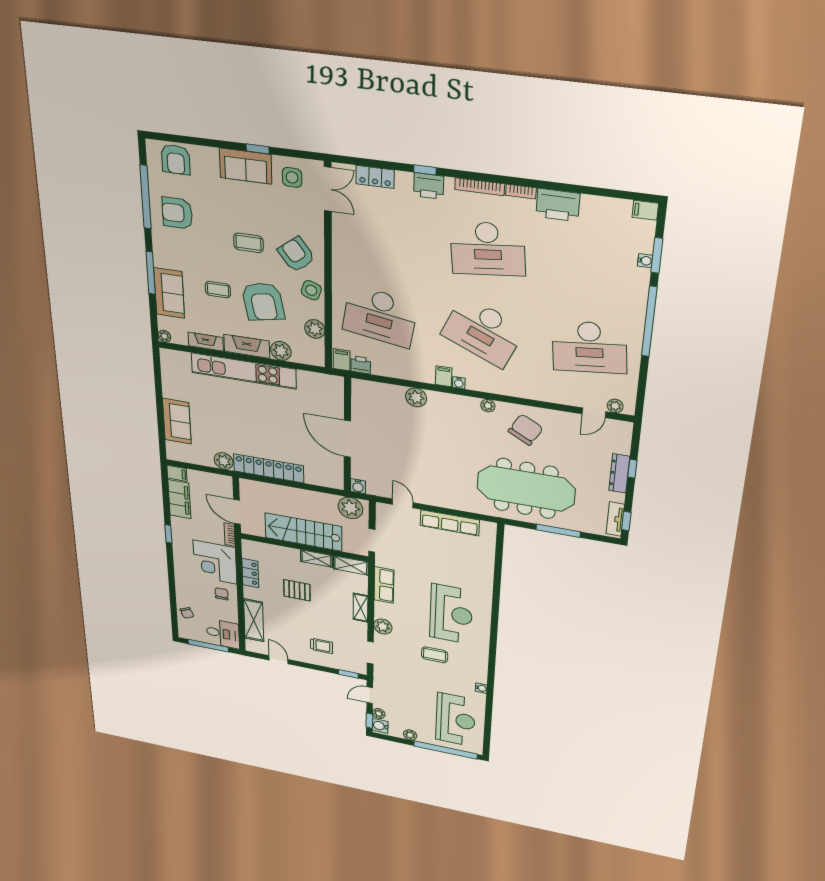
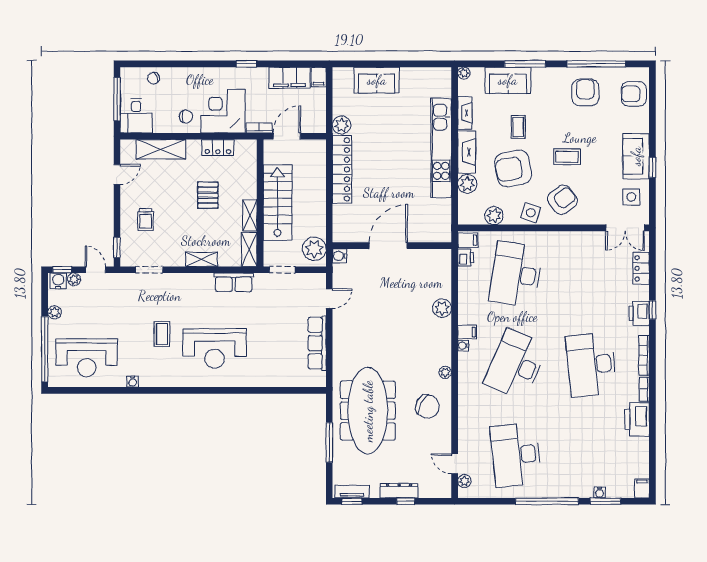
coffee table: (248, 243) -> (567, 157), turned 90
plant: (383, 627) -> (184, 282), removed

